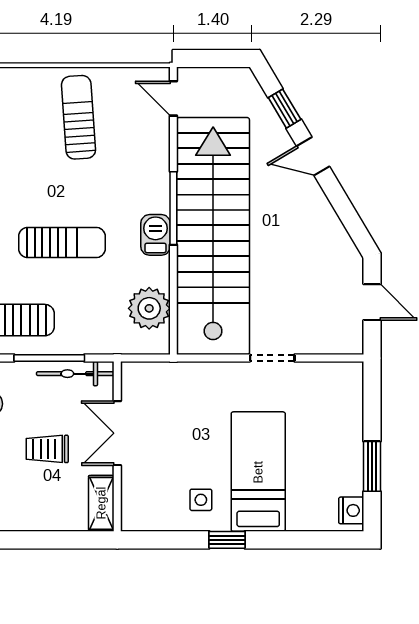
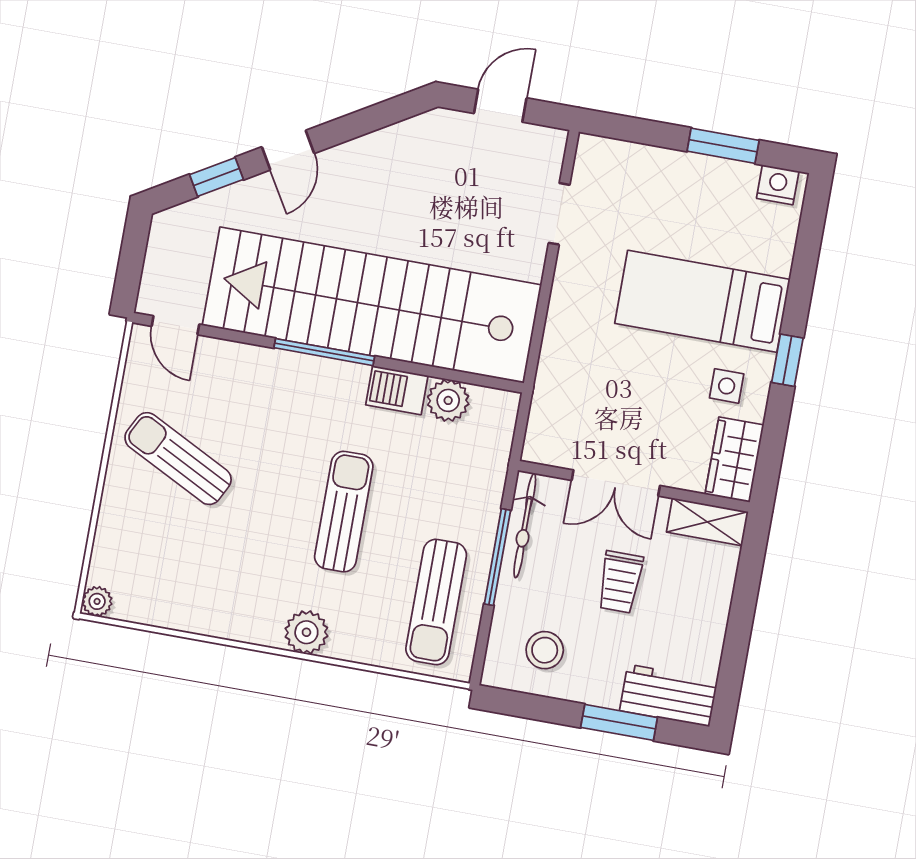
door: (173, 98) -> (175, 325), hinge flipped
sun lounger: (79, 117) -> (178, 459), turned 31
barbecue: (155, 235) -> (397, 390), moved
plant: (149, 308) -> (448, 400), width x0.73, depth x0.73
doorway: (272, 358) -> (559, 214), moved
wardrobe: (149, 515) -> (734, 460), added

